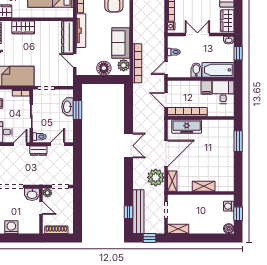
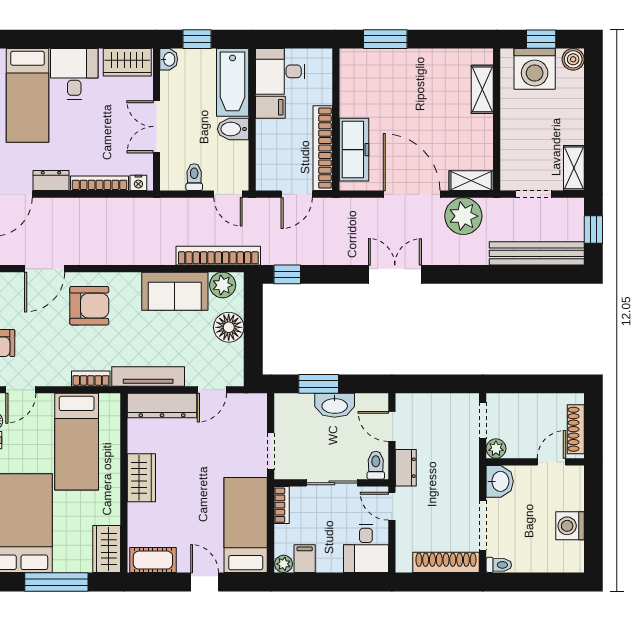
wardrobe: (23, 27) -> (141, 478), moved
washbasin: (67, 107) -> (335, 405), moved
shelving: (204, 186) -> (482, 89), moved
washing machine: (229, 206) -> (535, 69), width x1.89, depth x1.89
door: (41, 208) -> (551, 462), moved
window: (128, 212) -> (287, 274), moved

